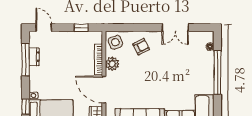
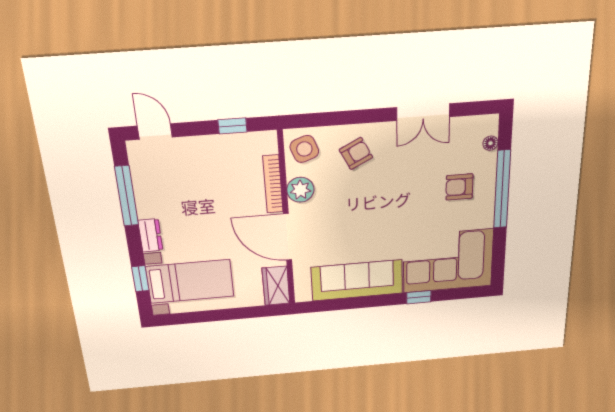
dresser: (34, 57) -> (150, 235), moved
armchair: (195, 69) -> (459, 187), added

